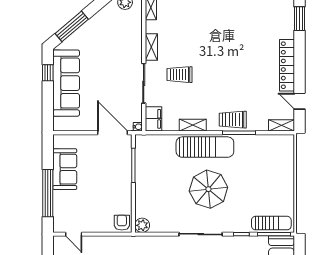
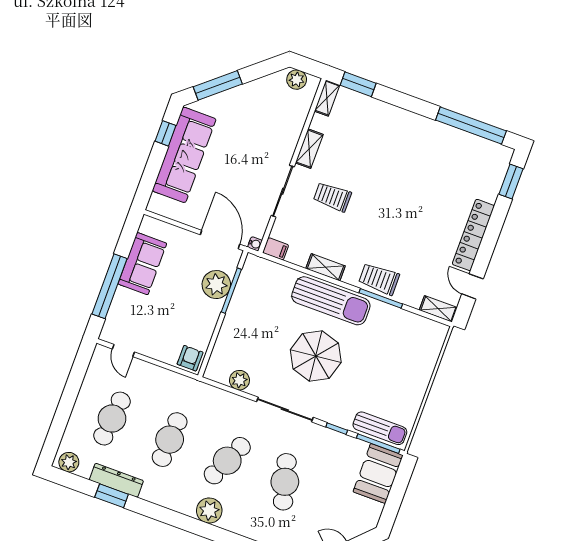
filing cabinet: (153, 119) -> (276, 249), width x0.50
plant: (121, 165) -> (216, 285), added
plant: (142, 225) -> (239, 380), moved

